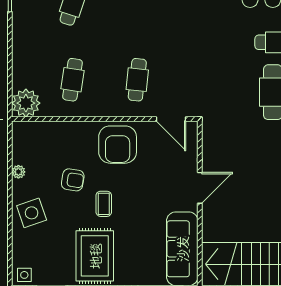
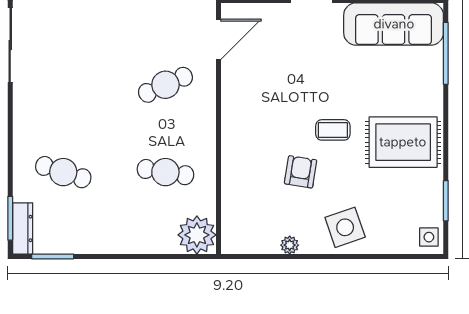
cafe table: (137, 80) -> (165, 85), turned -30
armchair: (118, 145) -> (253, 111), removed

